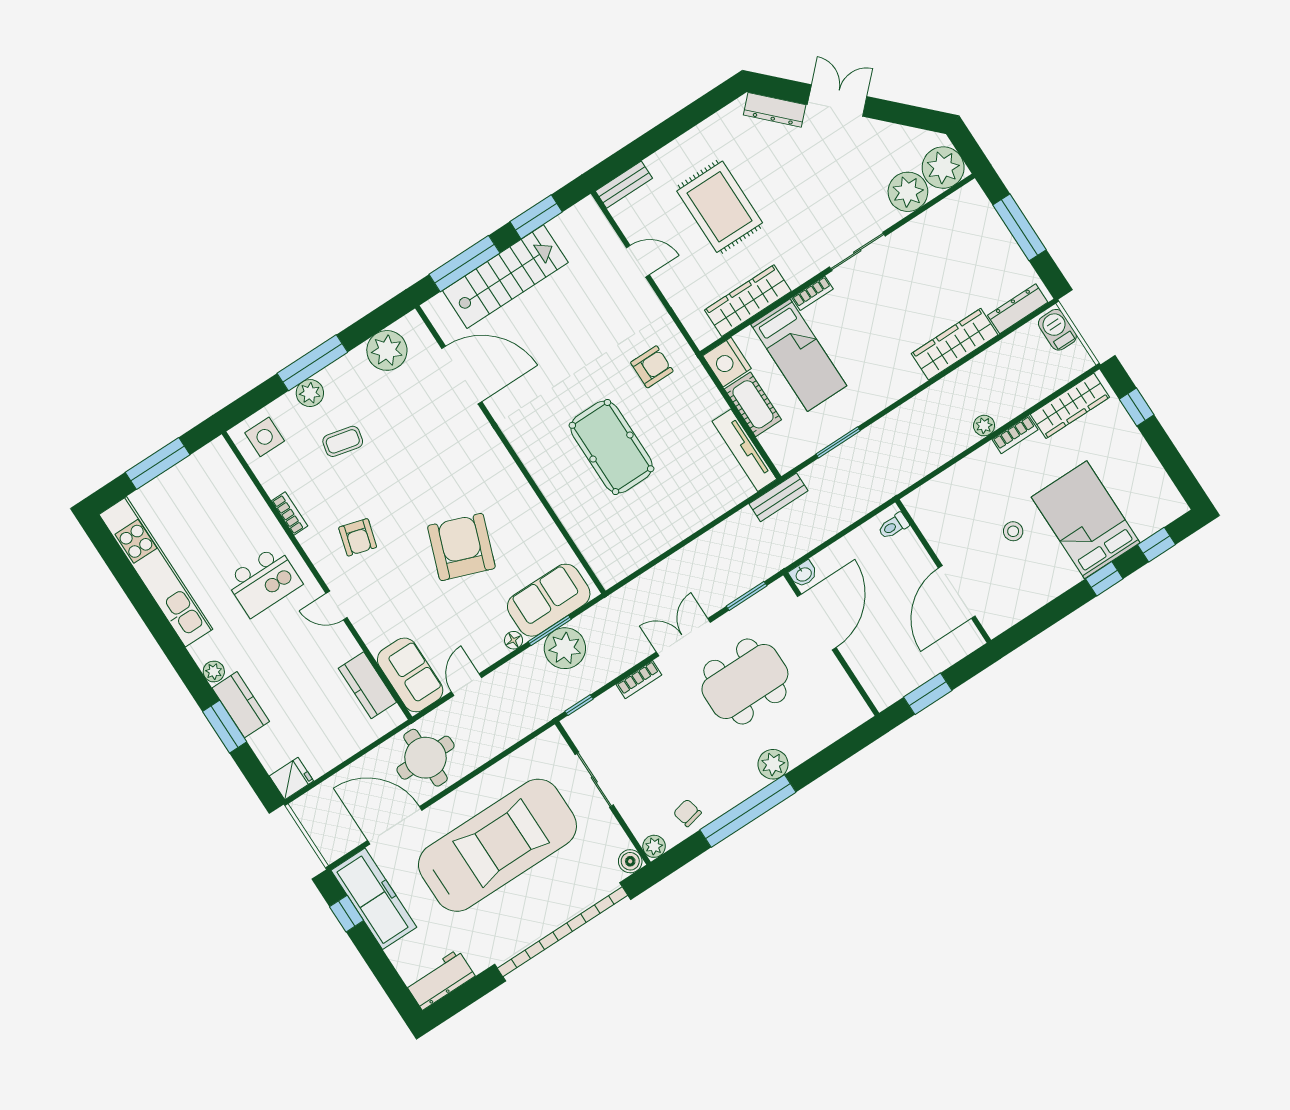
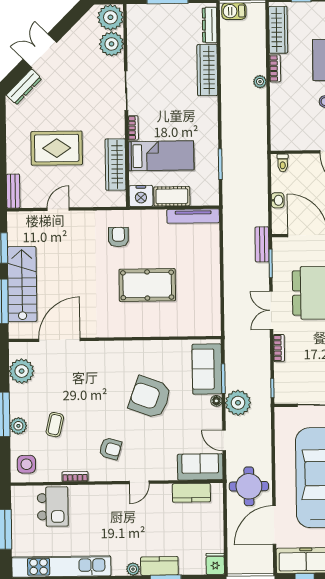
bench: (778, 497) -> (262, 244), moved
washbasin: (803, 574) -> (278, 200), moved
kitchen island: (264, 581) -> (53, 507), moved
plant: (565, 648) -> (238, 403), moved

